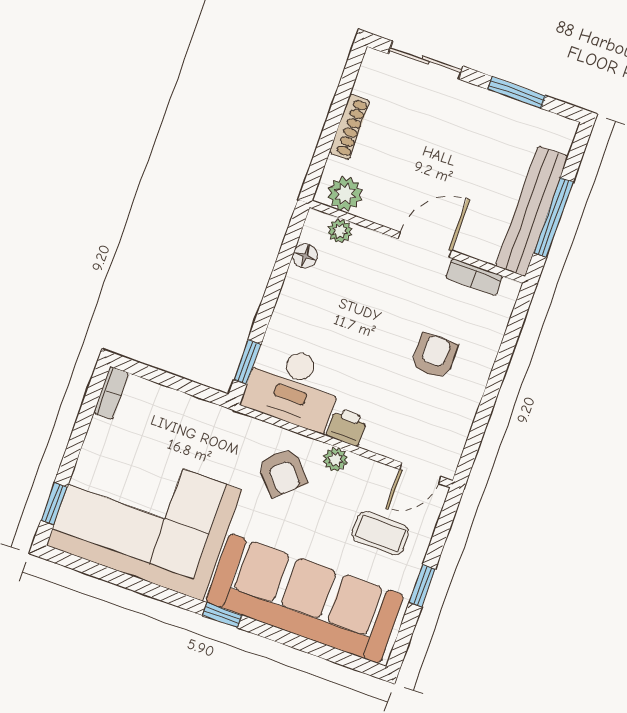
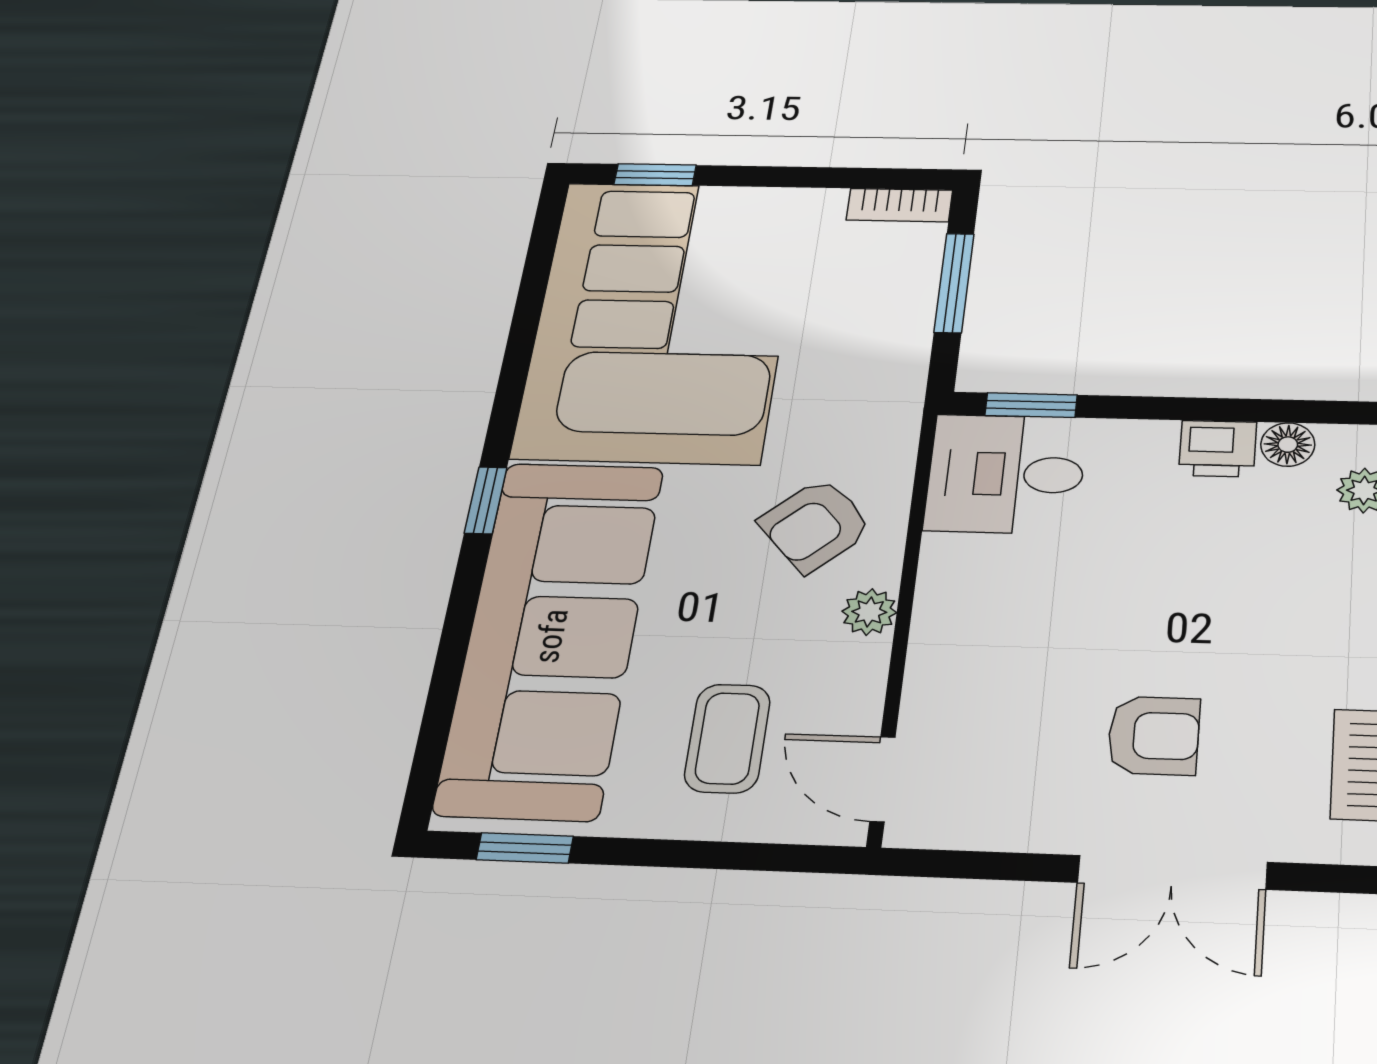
double door: (500, 367) -> (1172, 872), added
window: (166, 379) -> (954, 283), added
desk: (293, 387) -> (1006, 474), width x0.73
printer: (347, 427) -> (1218, 449), moved, turned 90
window: (422, 586) -> (525, 848), moved

